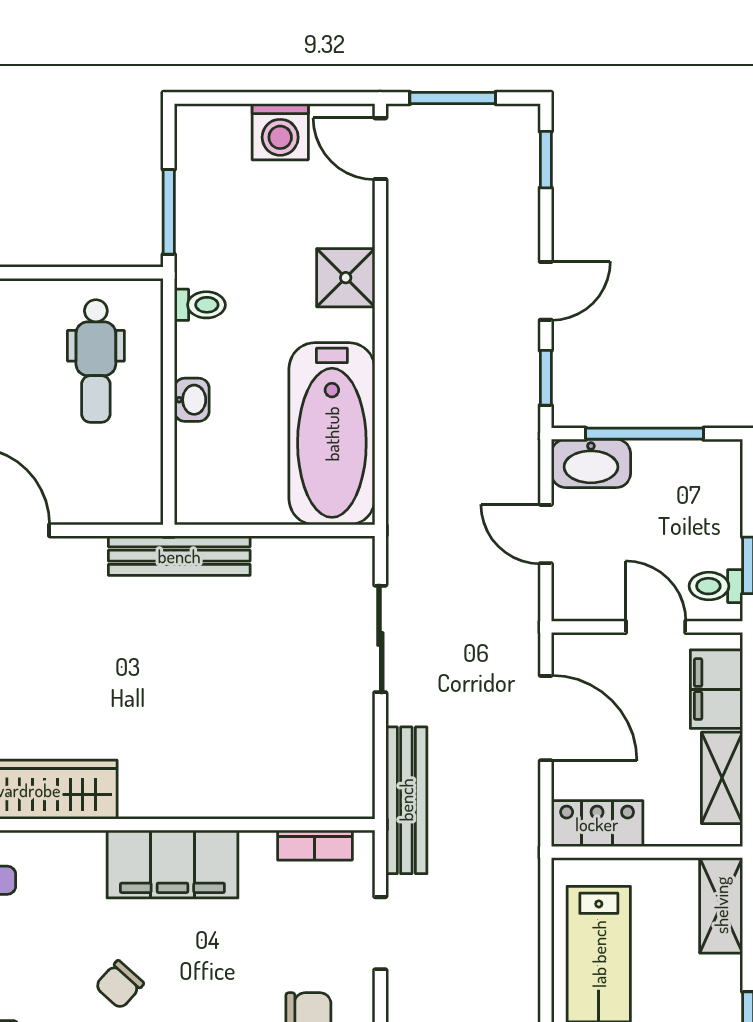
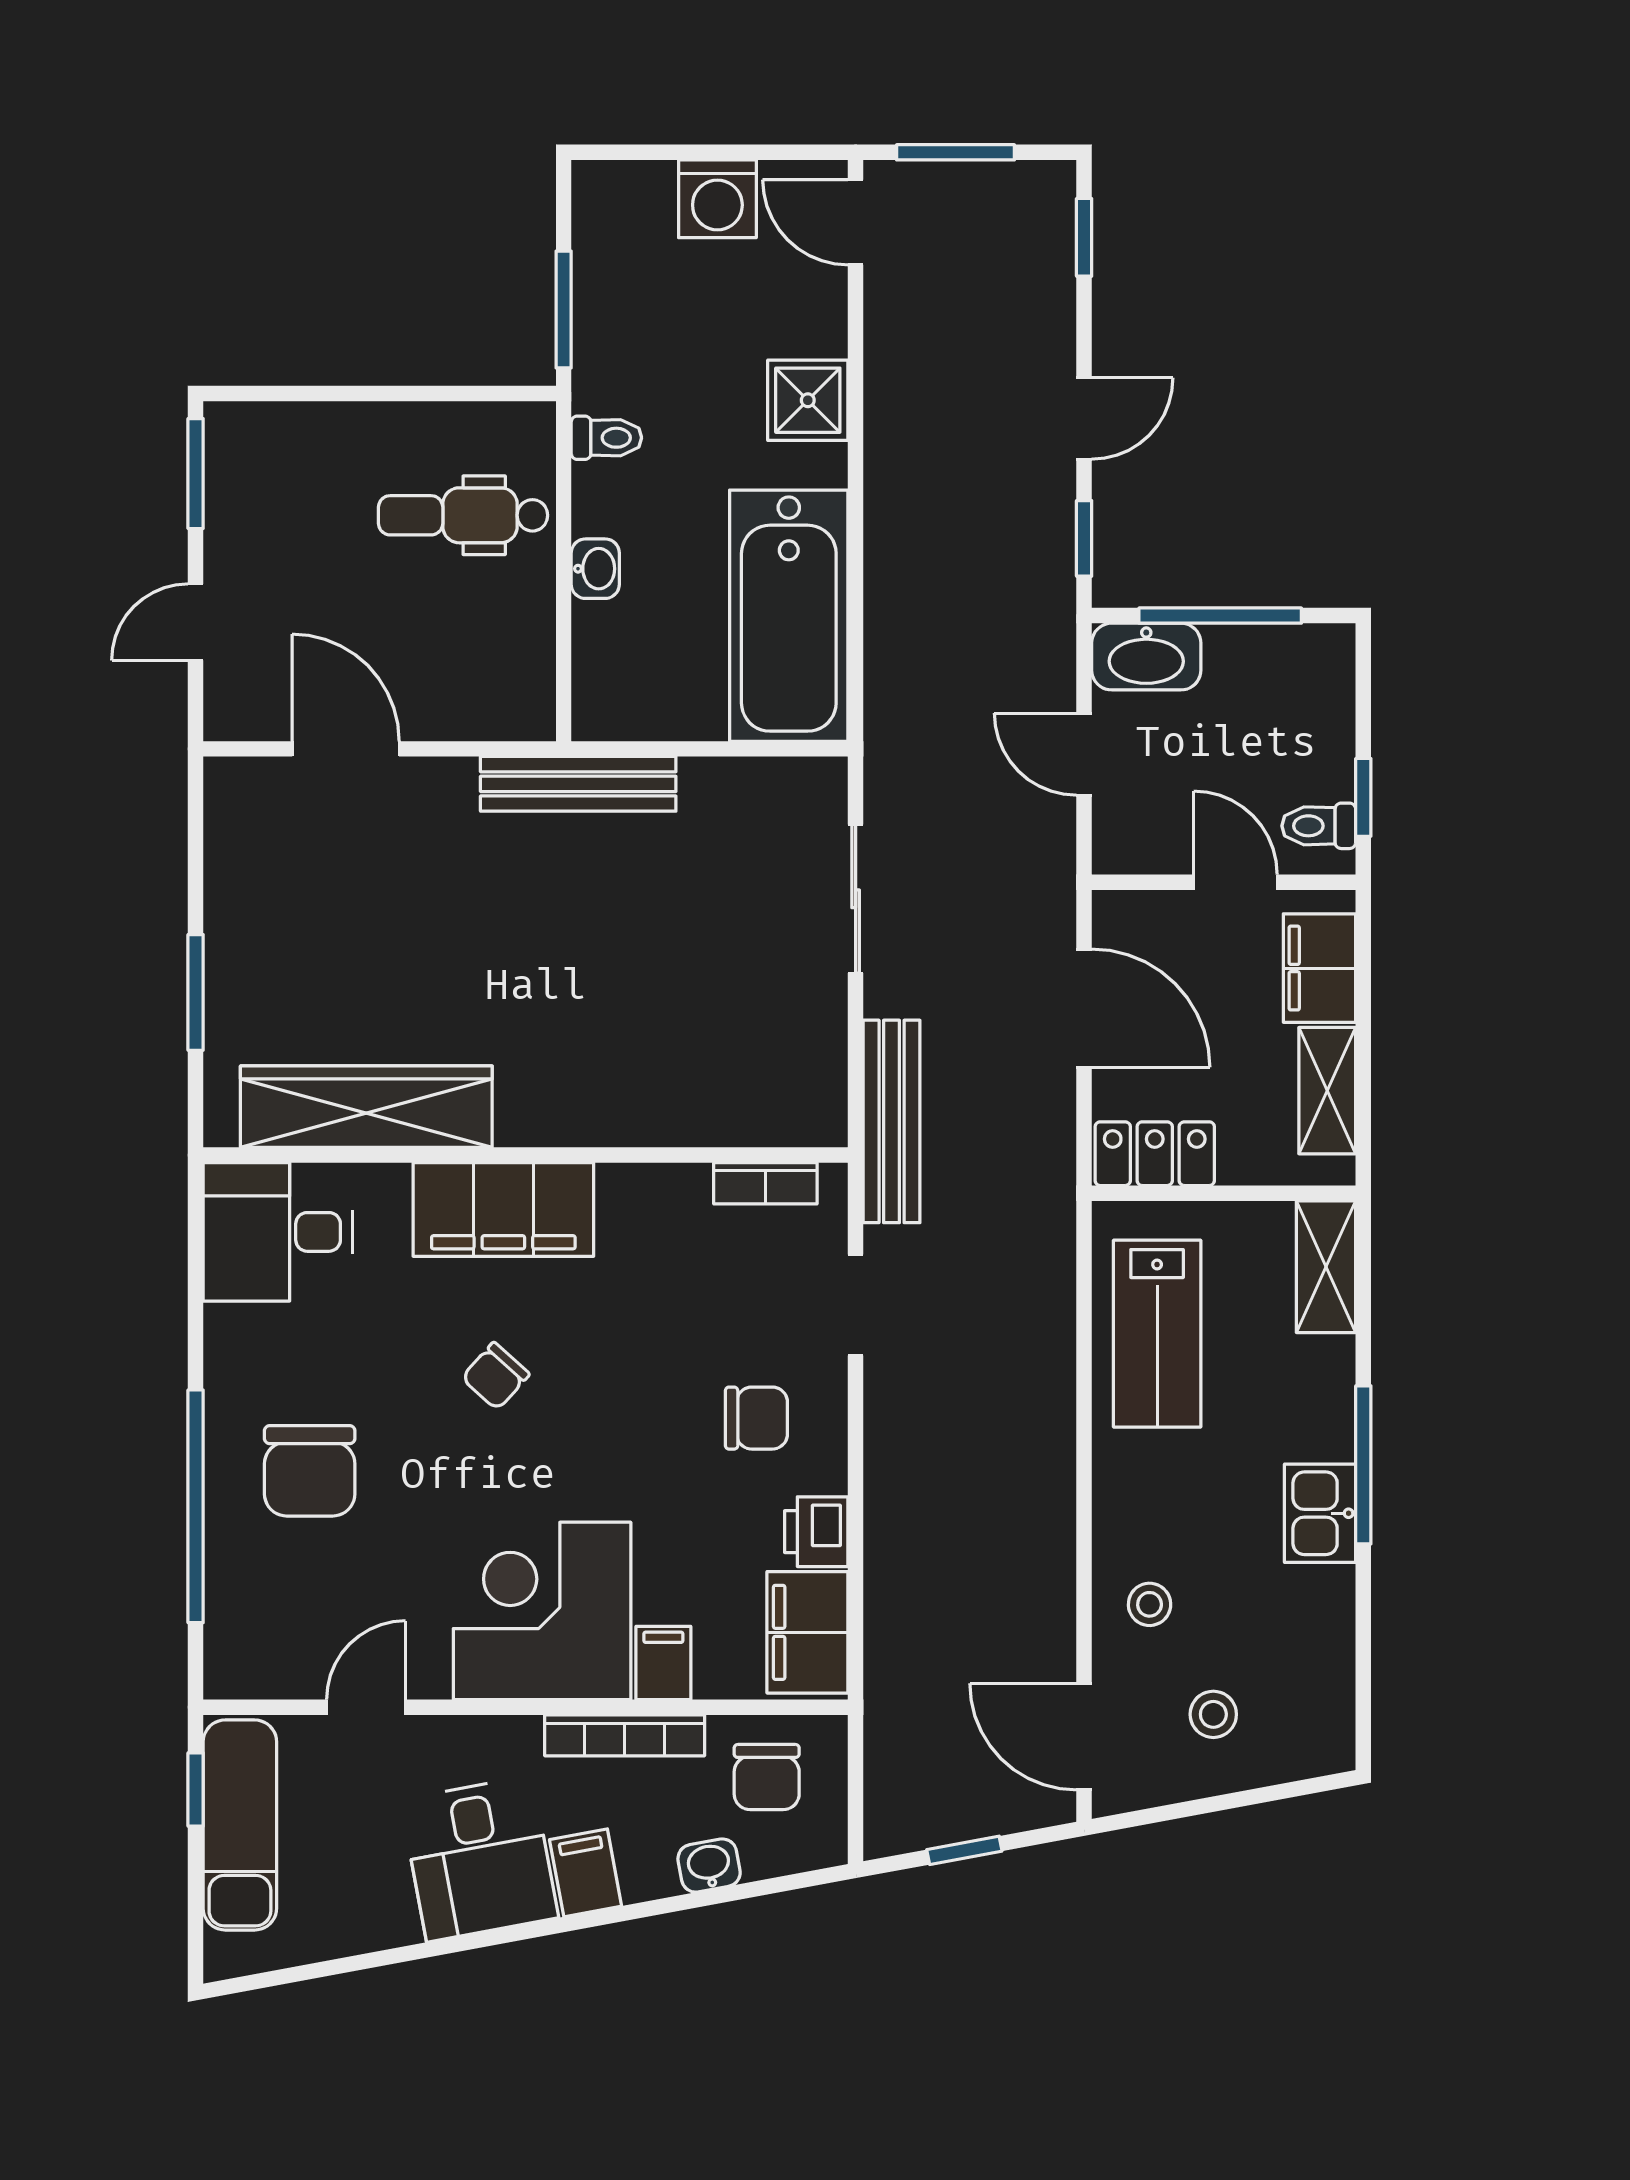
dental chair: (96, 361) -> (463, 515), turned 90
filing cabinet: (172, 864) -> (503, 1209), moved

